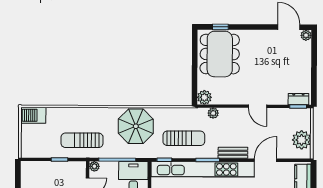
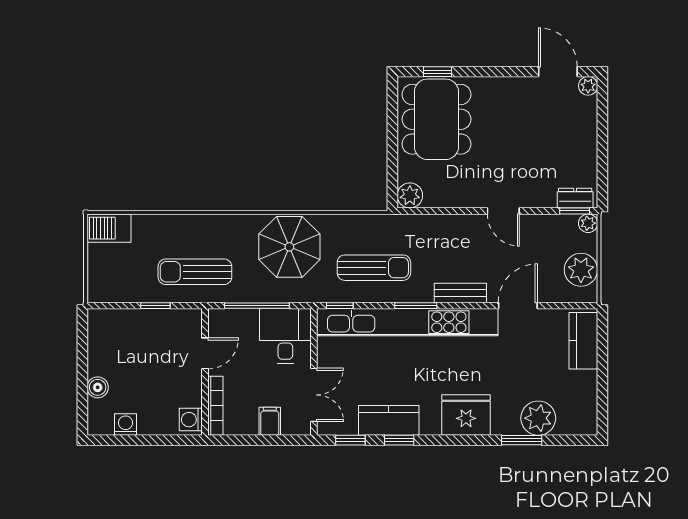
plant: (213, 113) -> (588, 223), moved
plant: (94, 166) -> (217, 318), removed

